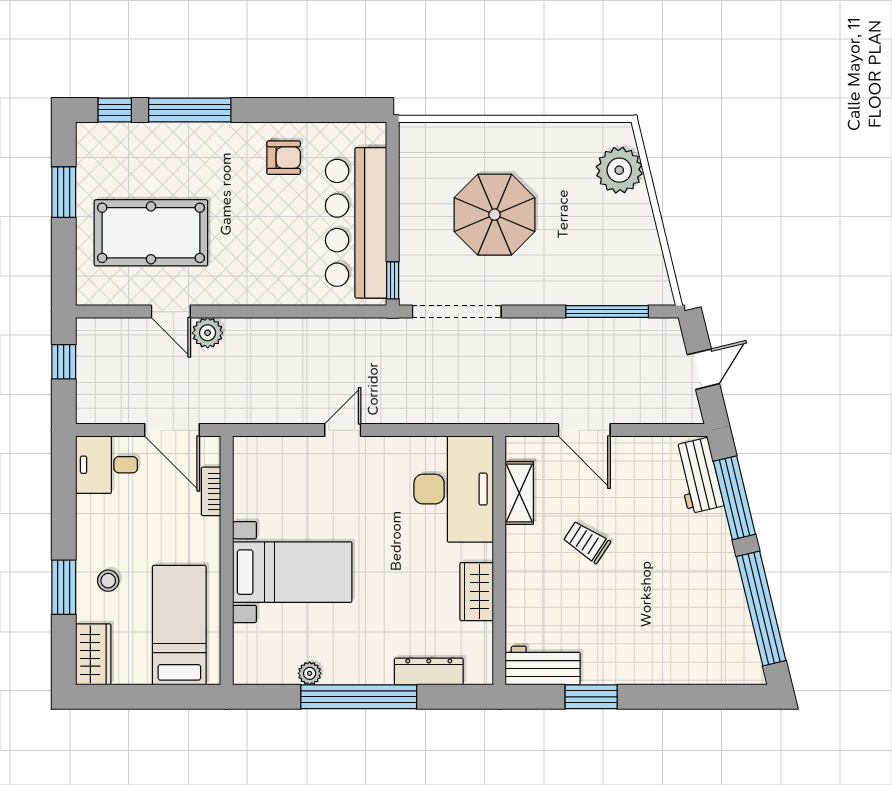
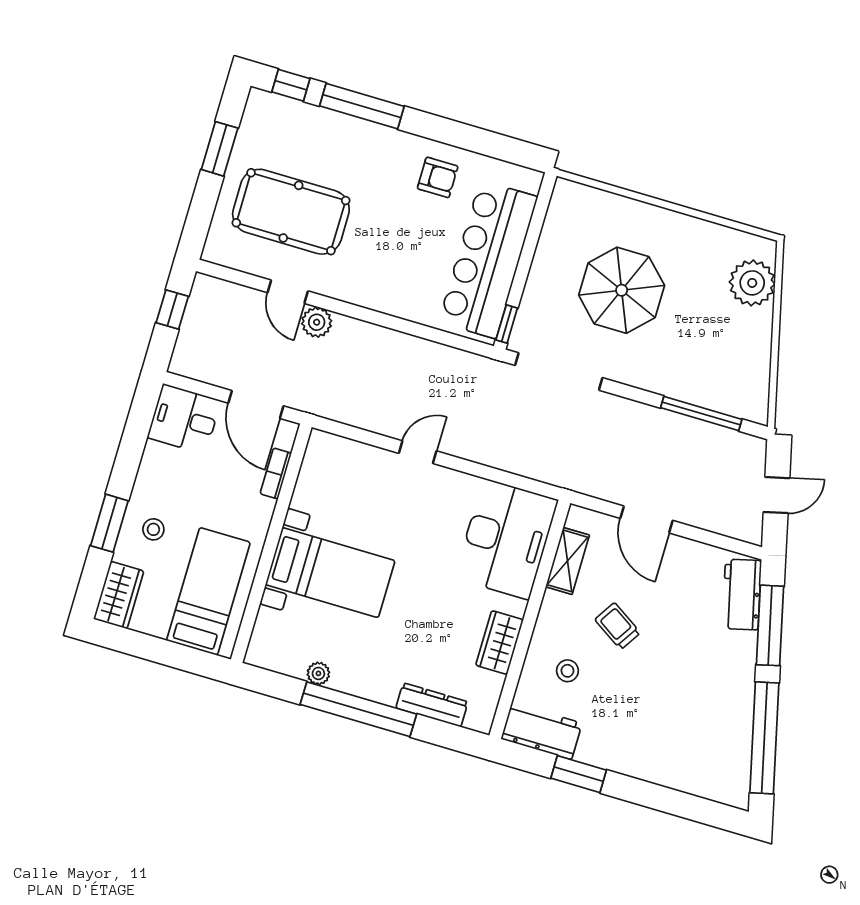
stool: (551, 600) -> (567, 671), added

